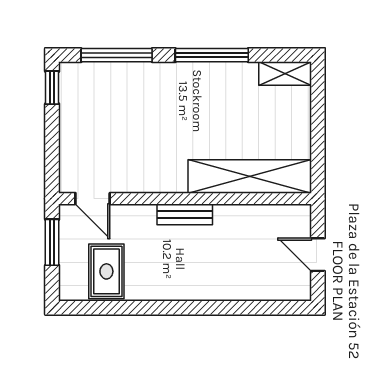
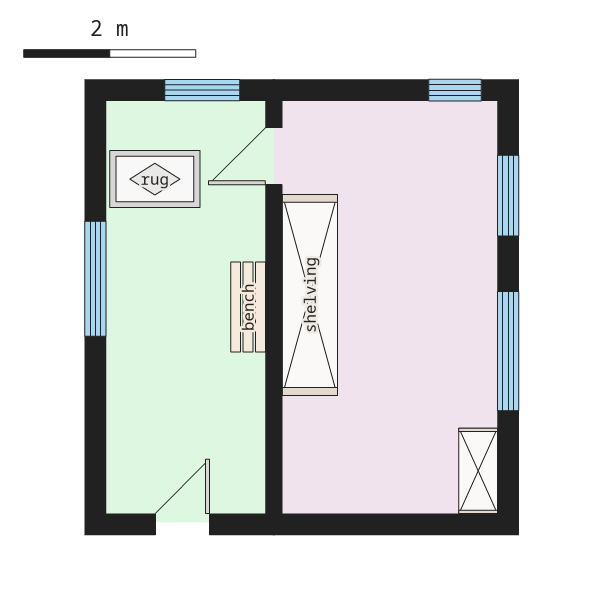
window: (117, 55) -> (508, 196), width x0.69
shelving: (250, 176) -> (310, 295), moved
window: (168, 308) -> (95, 279), added

